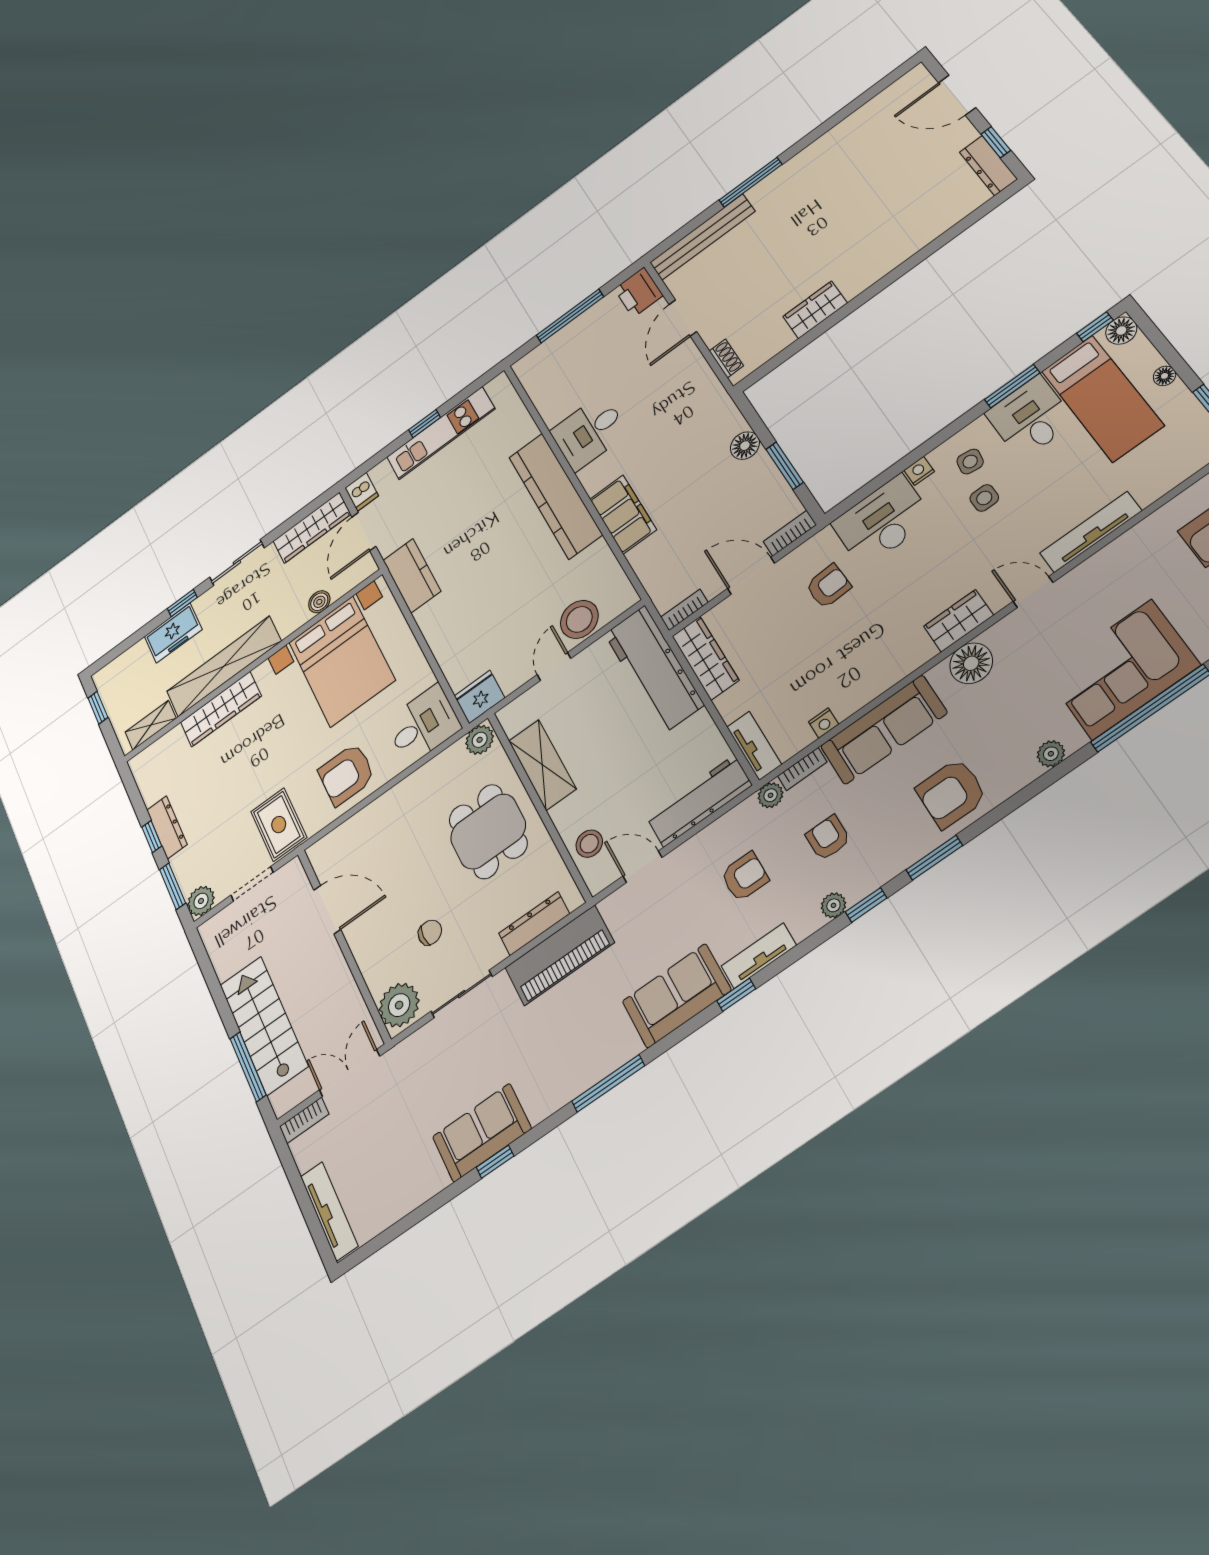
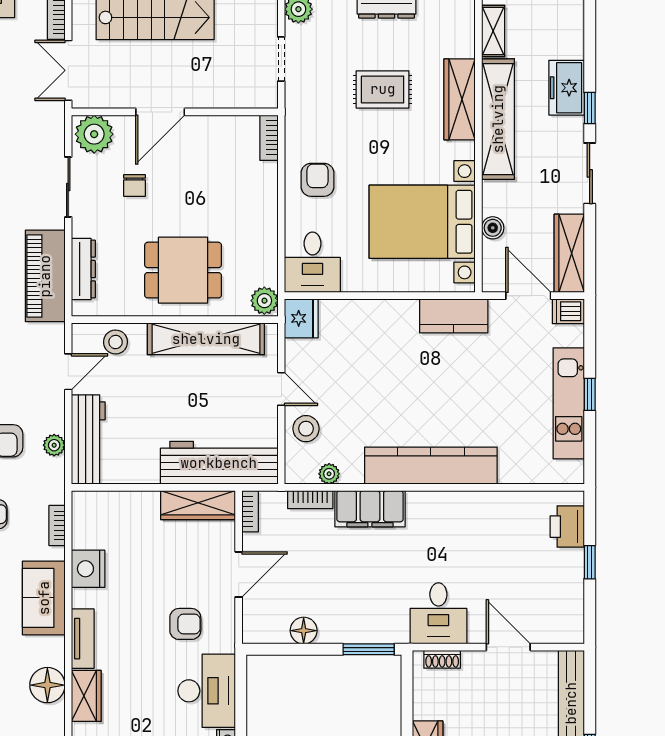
printer: (639, 292) -> (567, 527), moved, turned -90
window: (570, 316) -> (590, 562), width x0.46
desk: (589, 432) -> (438, 613), moved, turned 180
floor lamp: (745, 446) -> (304, 631), moved
window: (785, 466) -> (369, 649), moved
bookcase: (790, 533) -> (310, 500), moved, turned 90
plant: (610, 570) -> (329, 474), added
armchair: (828, 586) -> (185, 624), turned -87
stool: (579, 619) -> (306, 429), width x0.73, depth x0.73
nightstand: (824, 723) -> (88, 569), width x1.89, depth x1.79
sofa: (884, 730) -> (44, 598), width x0.73
tv unit: (754, 746) -> (83, 639), moved, turned -90
shelving: (542, 765) -> (206, 339), width x1.47
armchair: (346, 774) -> (317, 180), width x0.72, depth x0.72
plant: (771, 795) -> (54, 445), moved
rug: (279, 825) -> (383, 89), moved
bookcase: (328, 843) -> (269, 138), added
door: (327, 910) -> (160, 112), moved
double door: (350, 1073) -> (68, 70), swing flipped

